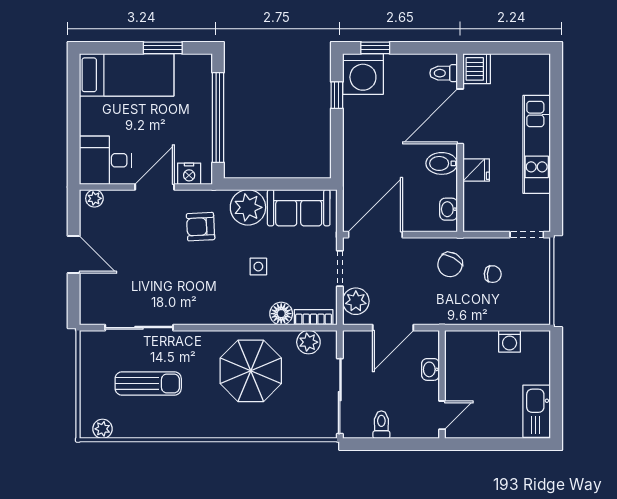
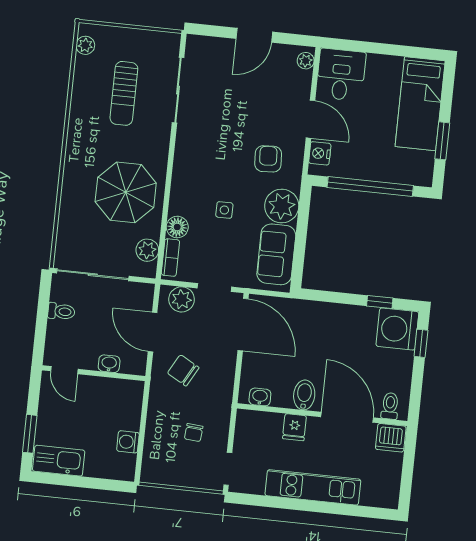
chair: (450, 265) -> (183, 370), moved
window: (512, 444) -> (30, 434), added

